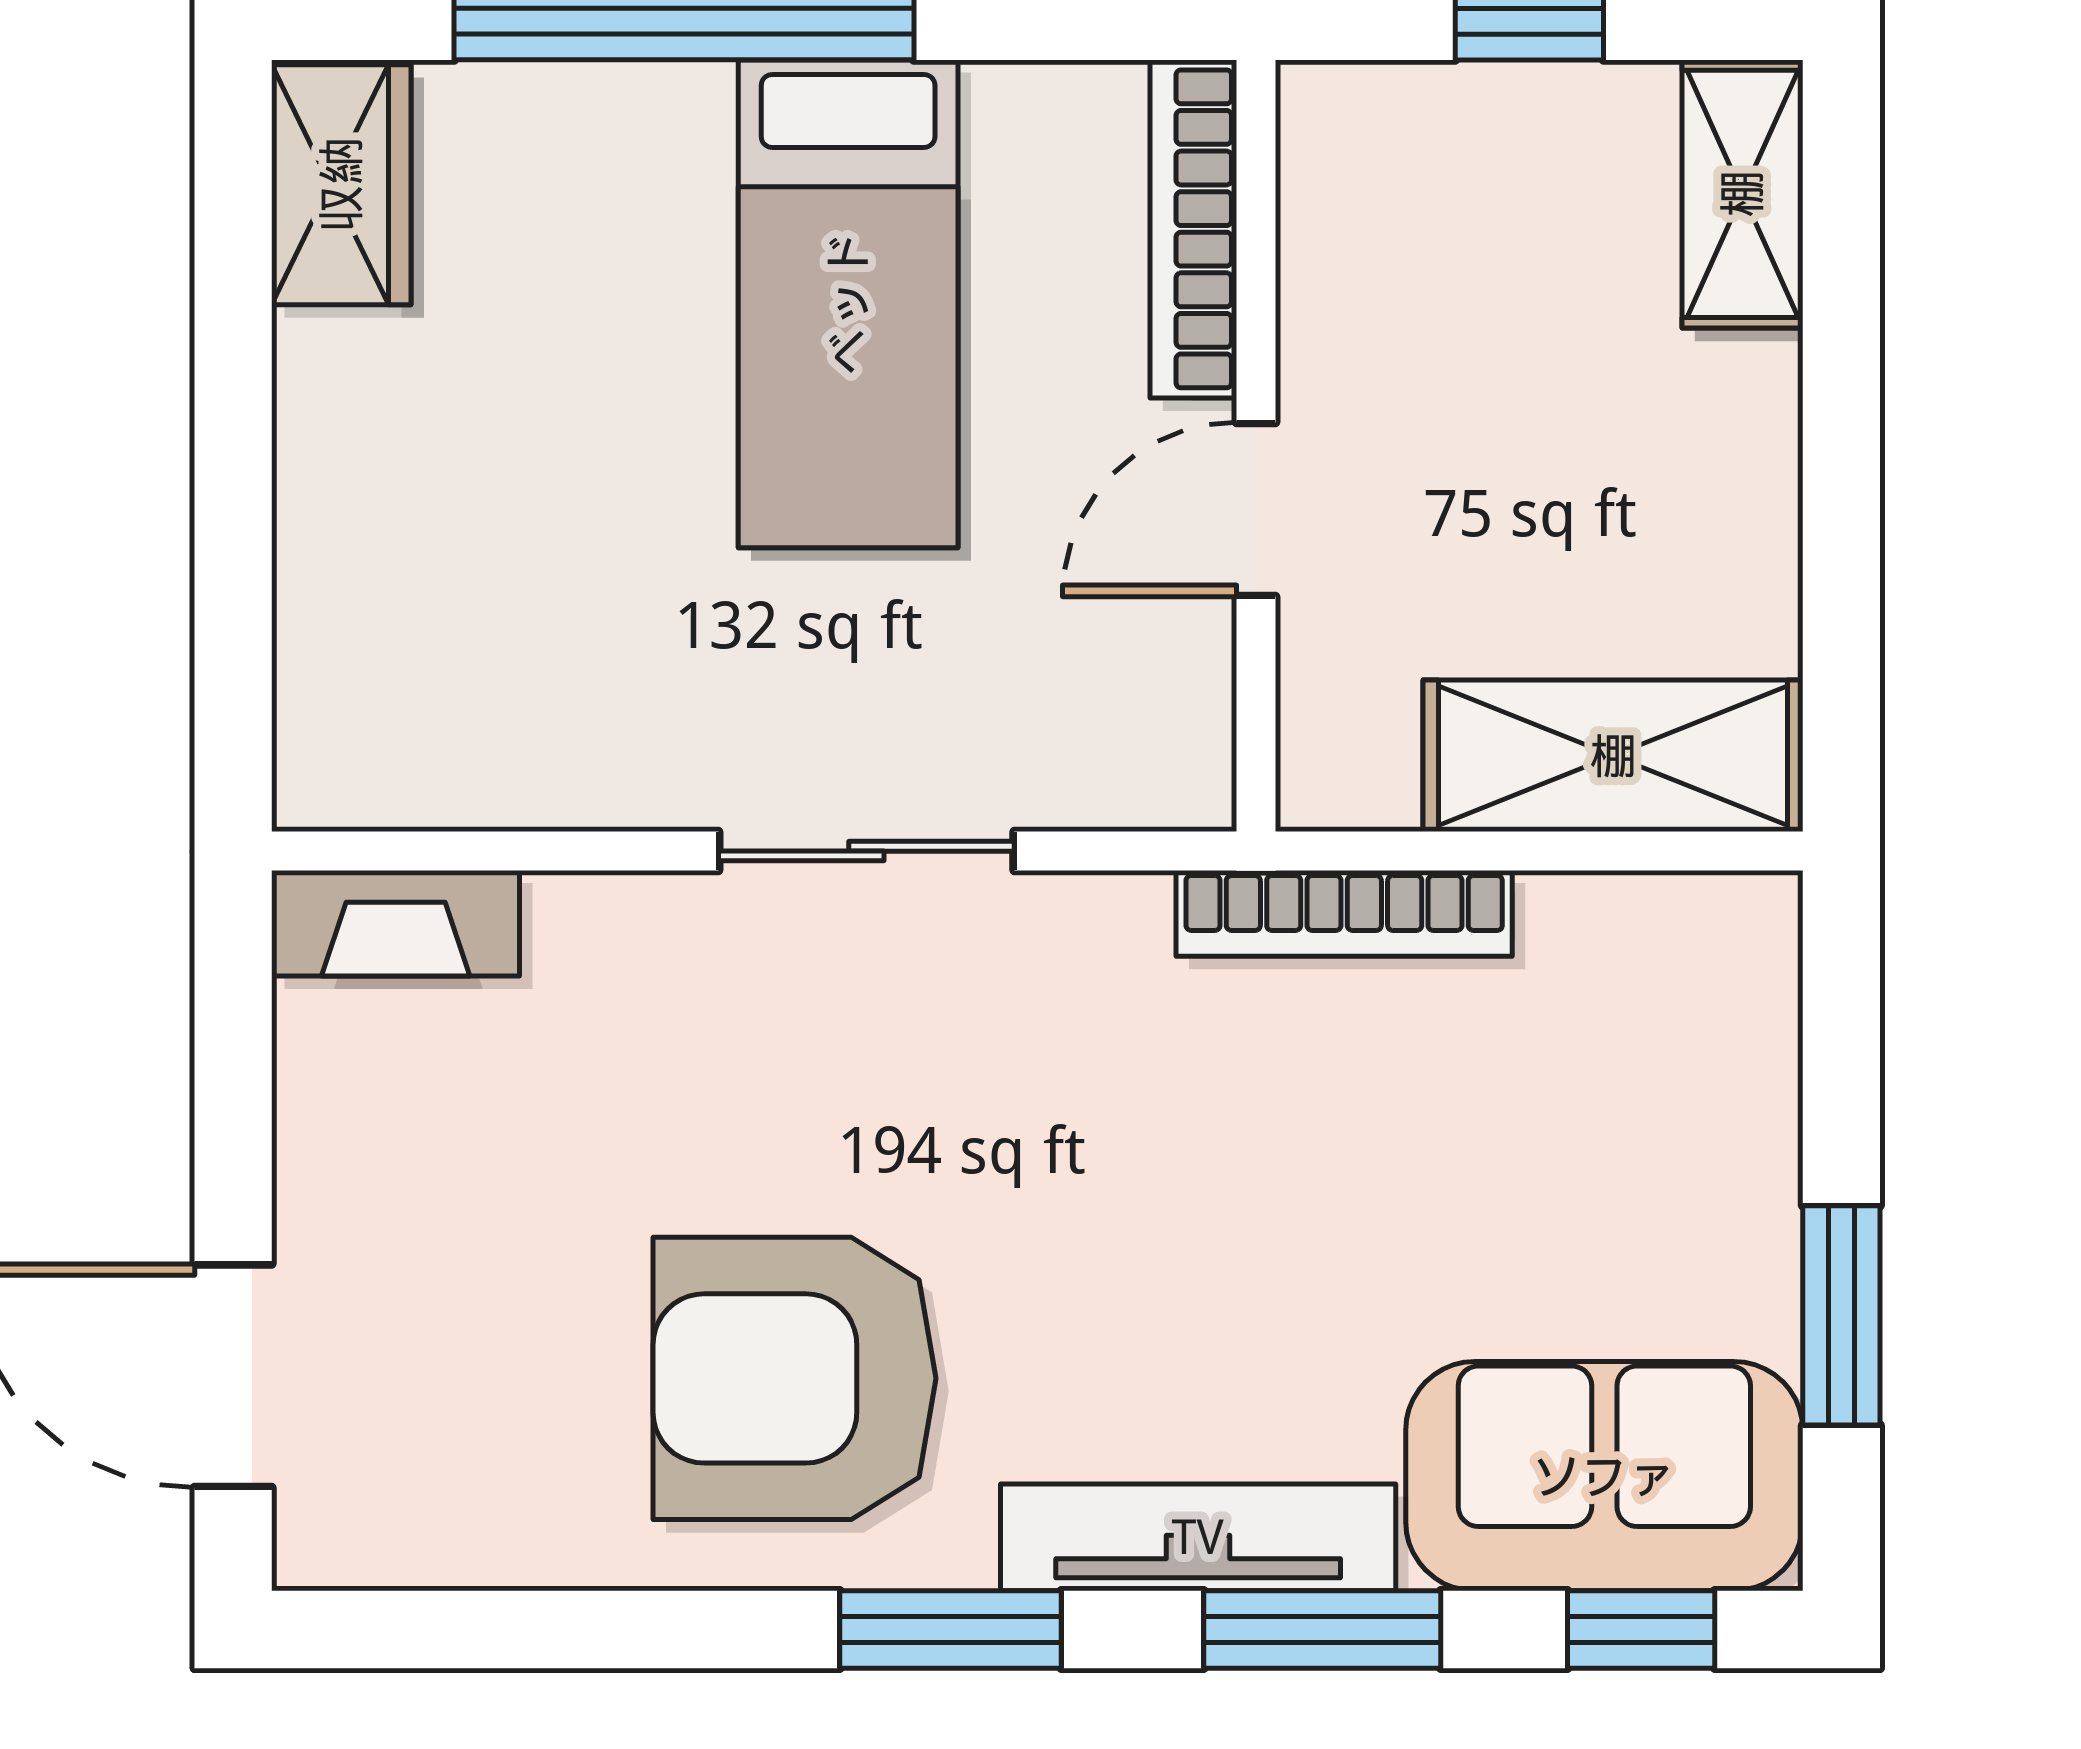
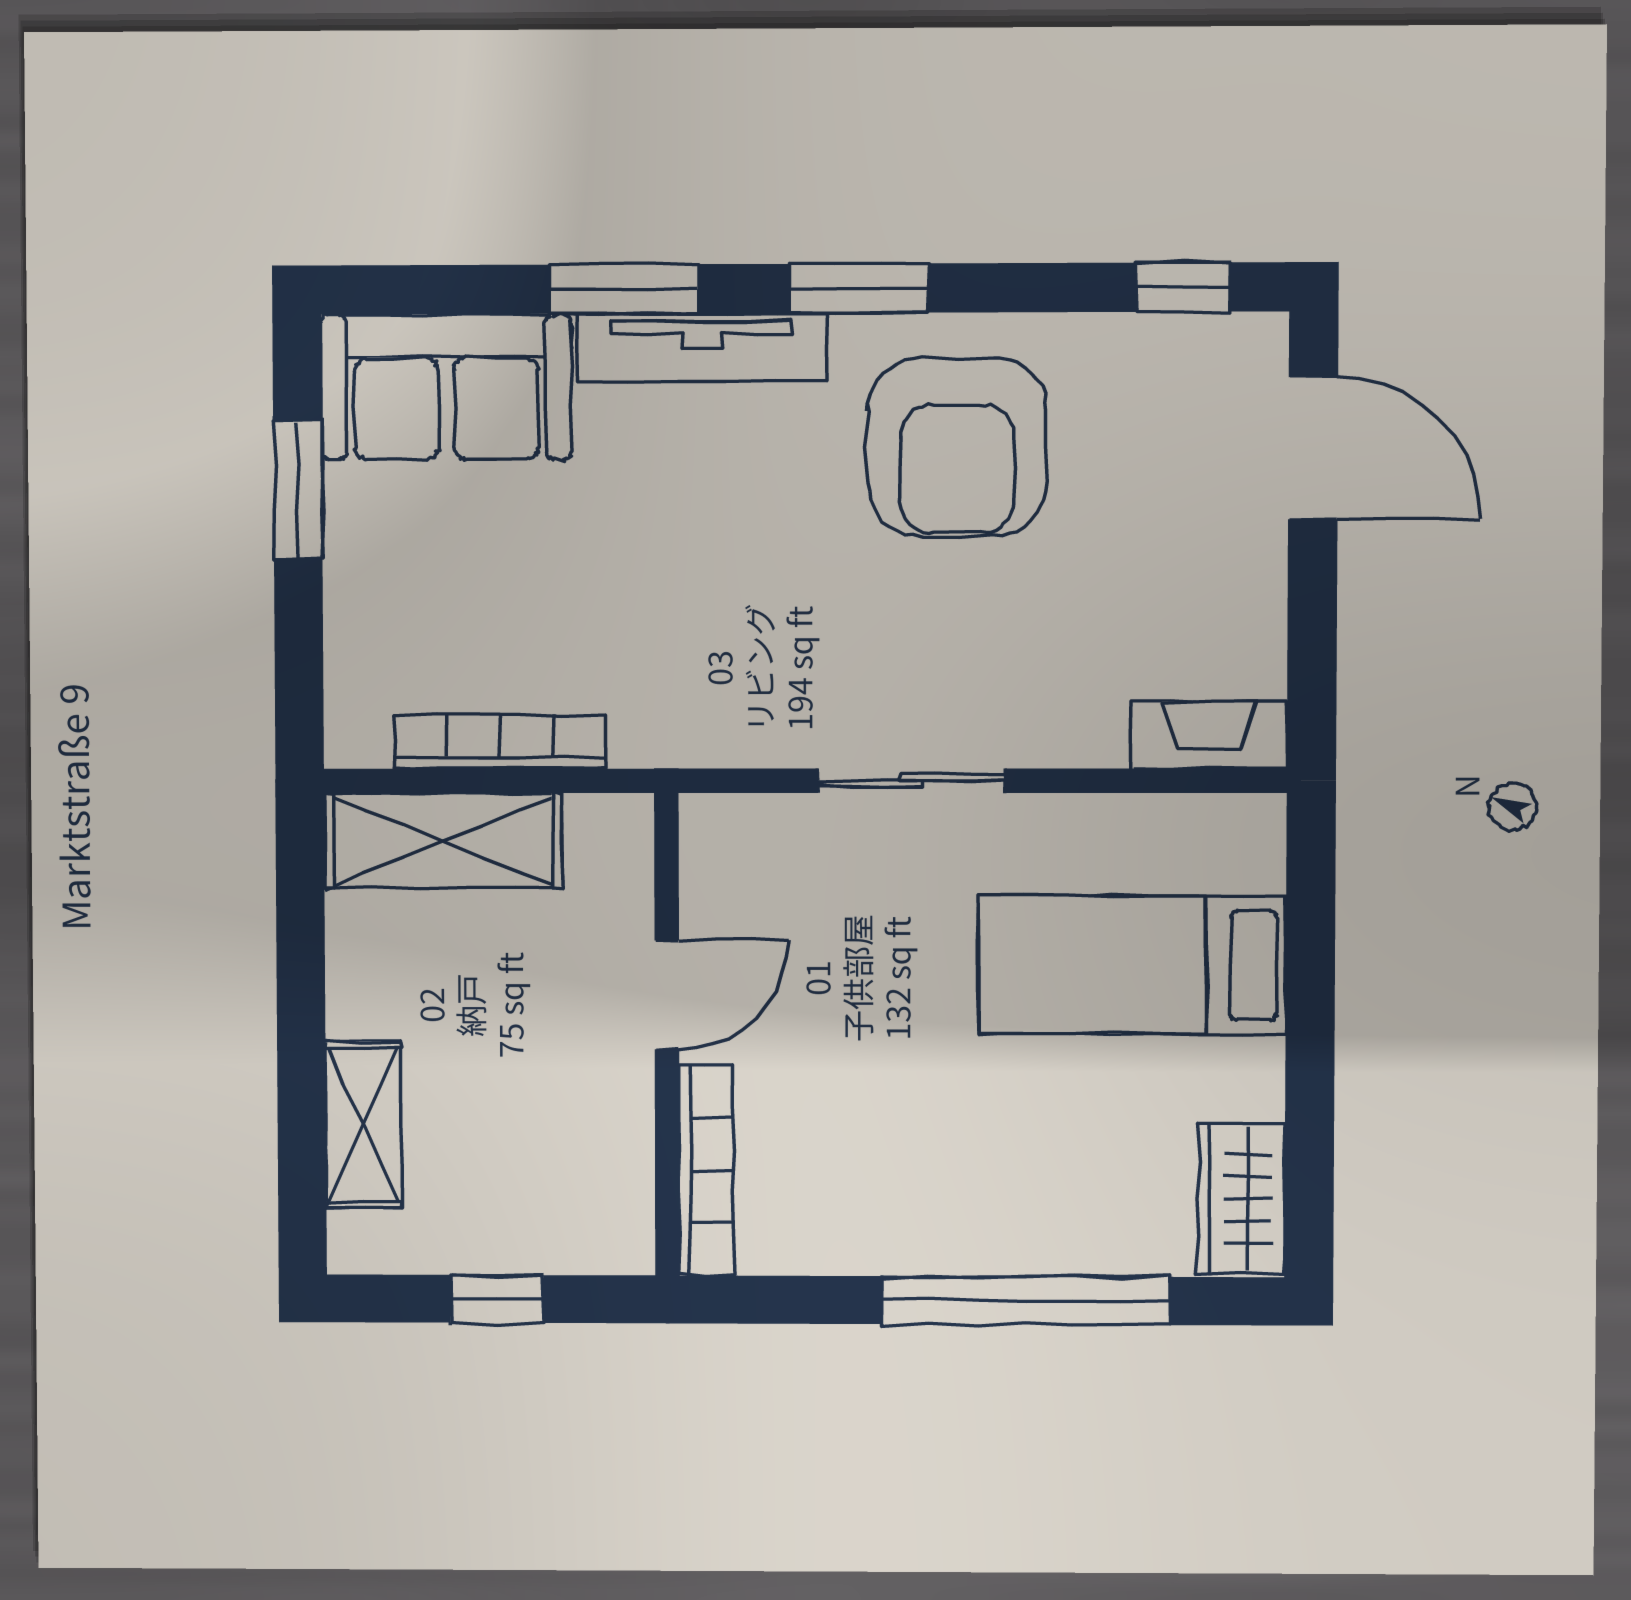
shelving: (1742, 194) -> (363, 1125), moved
bed: (848, 304) -> (1132, 965), moved, turned -90
bookcase: (1344, 913) -> (500, 742), moved
armchair: (795, 1378) -> (957, 447), turned 90
window: (1641, 1629) -> (1184, 287), moved

